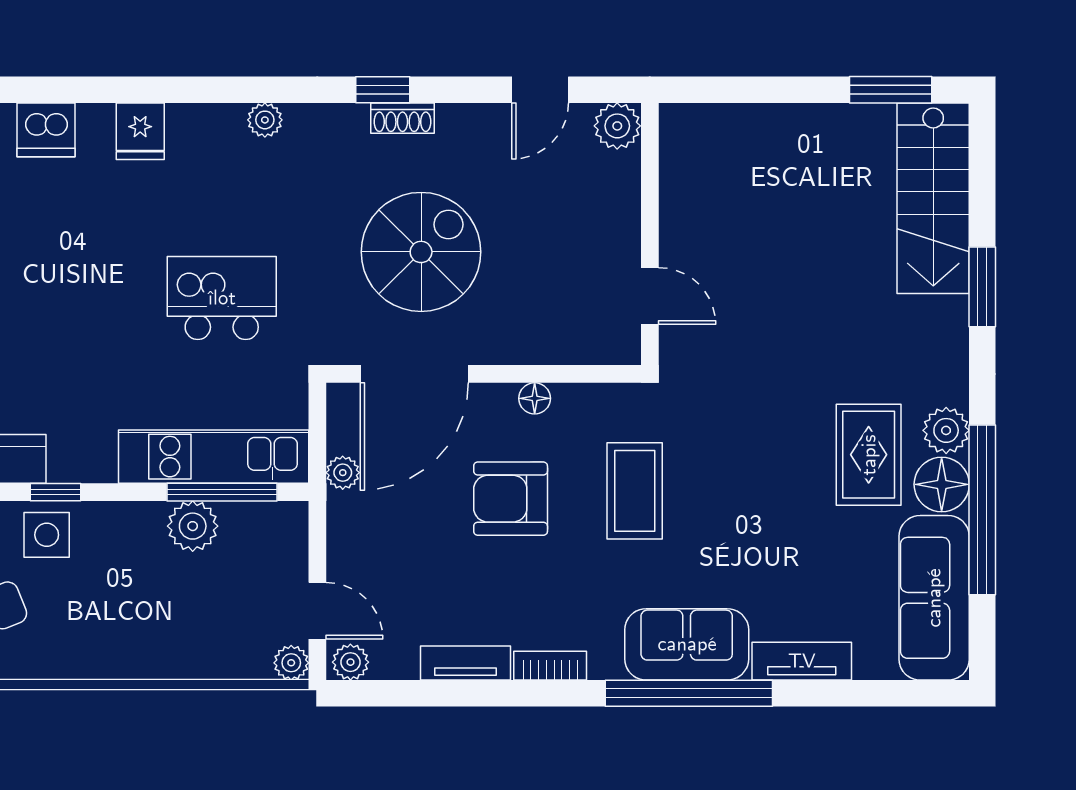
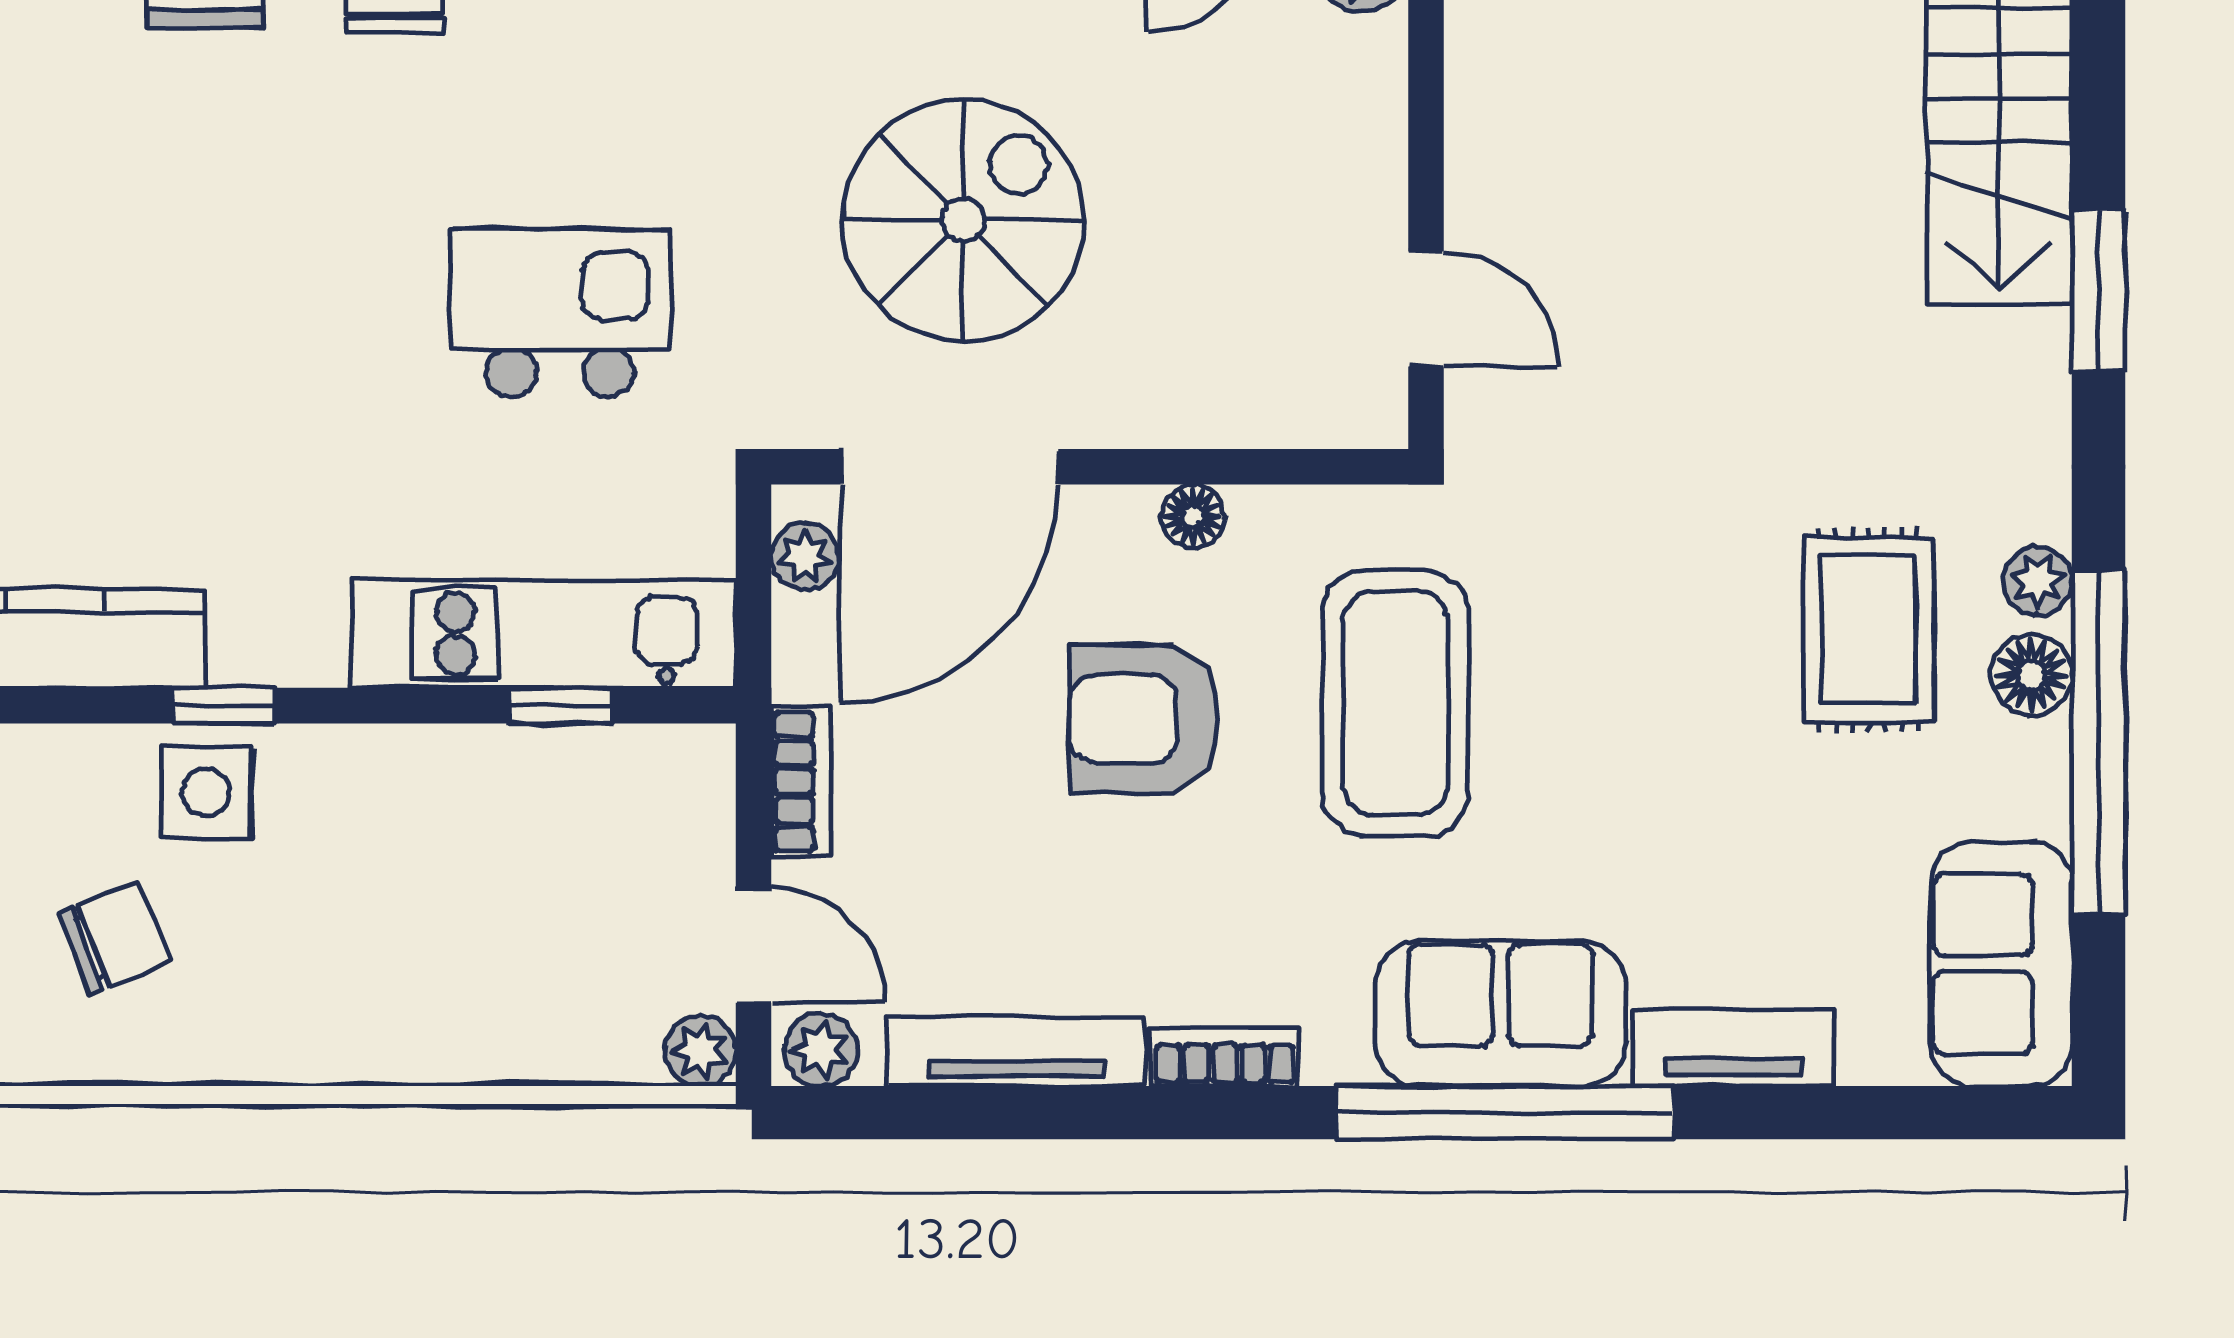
plant: (946, 430) -> (2038, 581), width x0.73, depth x0.73
plant: (343, 473) -> (805, 557), moved
floor lamp: (942, 484) -> (2032, 675), width x0.73, depth x0.73
coffee table: (635, 491) -> (1395, 703), width x1.36, depth x1.32
window: (222, 492) -> (561, 706), width x0.46
plant: (193, 526) -> (501, 774), removed
bookcase: (341, 530) -> (801, 782), added
sofa: (934, 598) -> (2001, 964), width x0.73
tv unit: (465, 663) -> (1016, 1051), width x1.41

